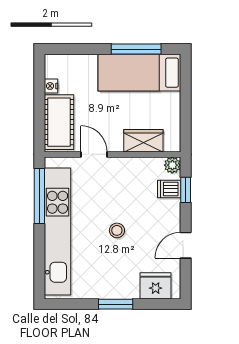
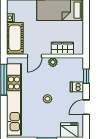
door: (94, 154) -> (35, 56), swing flipped
plant: (172, 165) -> (53, 62), moved
dishwasher: (169, 189) -> (77, 87), moved

